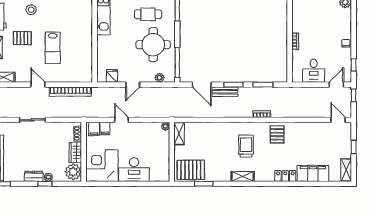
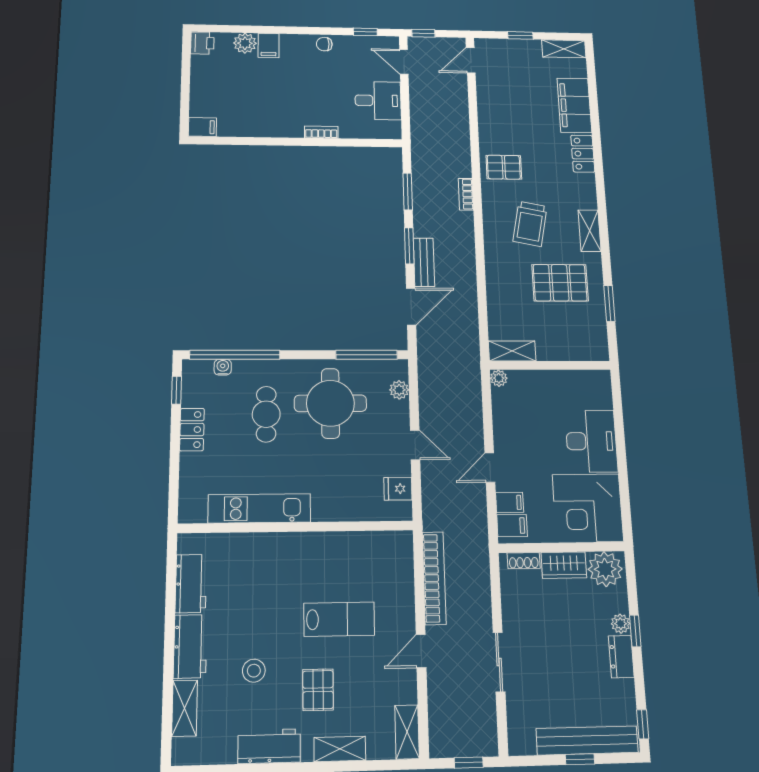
filing cabinet: (344, 14) -> (269, 46), added
trolley: (246, 146) -> (530, 224), turned -79
pallet: (191, 170) -> (560, 283), moved, turned 90

